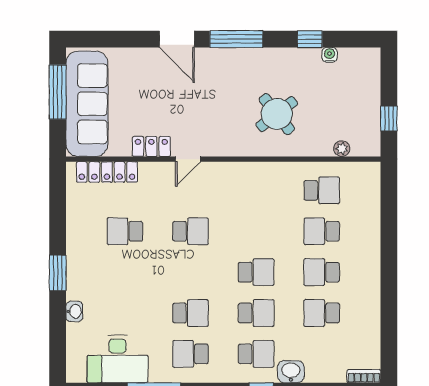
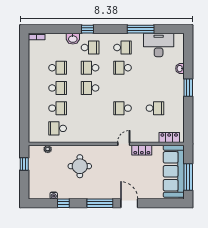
round table: (277, 114) -> (80, 166), turned 38
locker: (107, 172) -> (169, 138), width x0.66
school desk: (256, 354) -> (90, 48), turned 180

